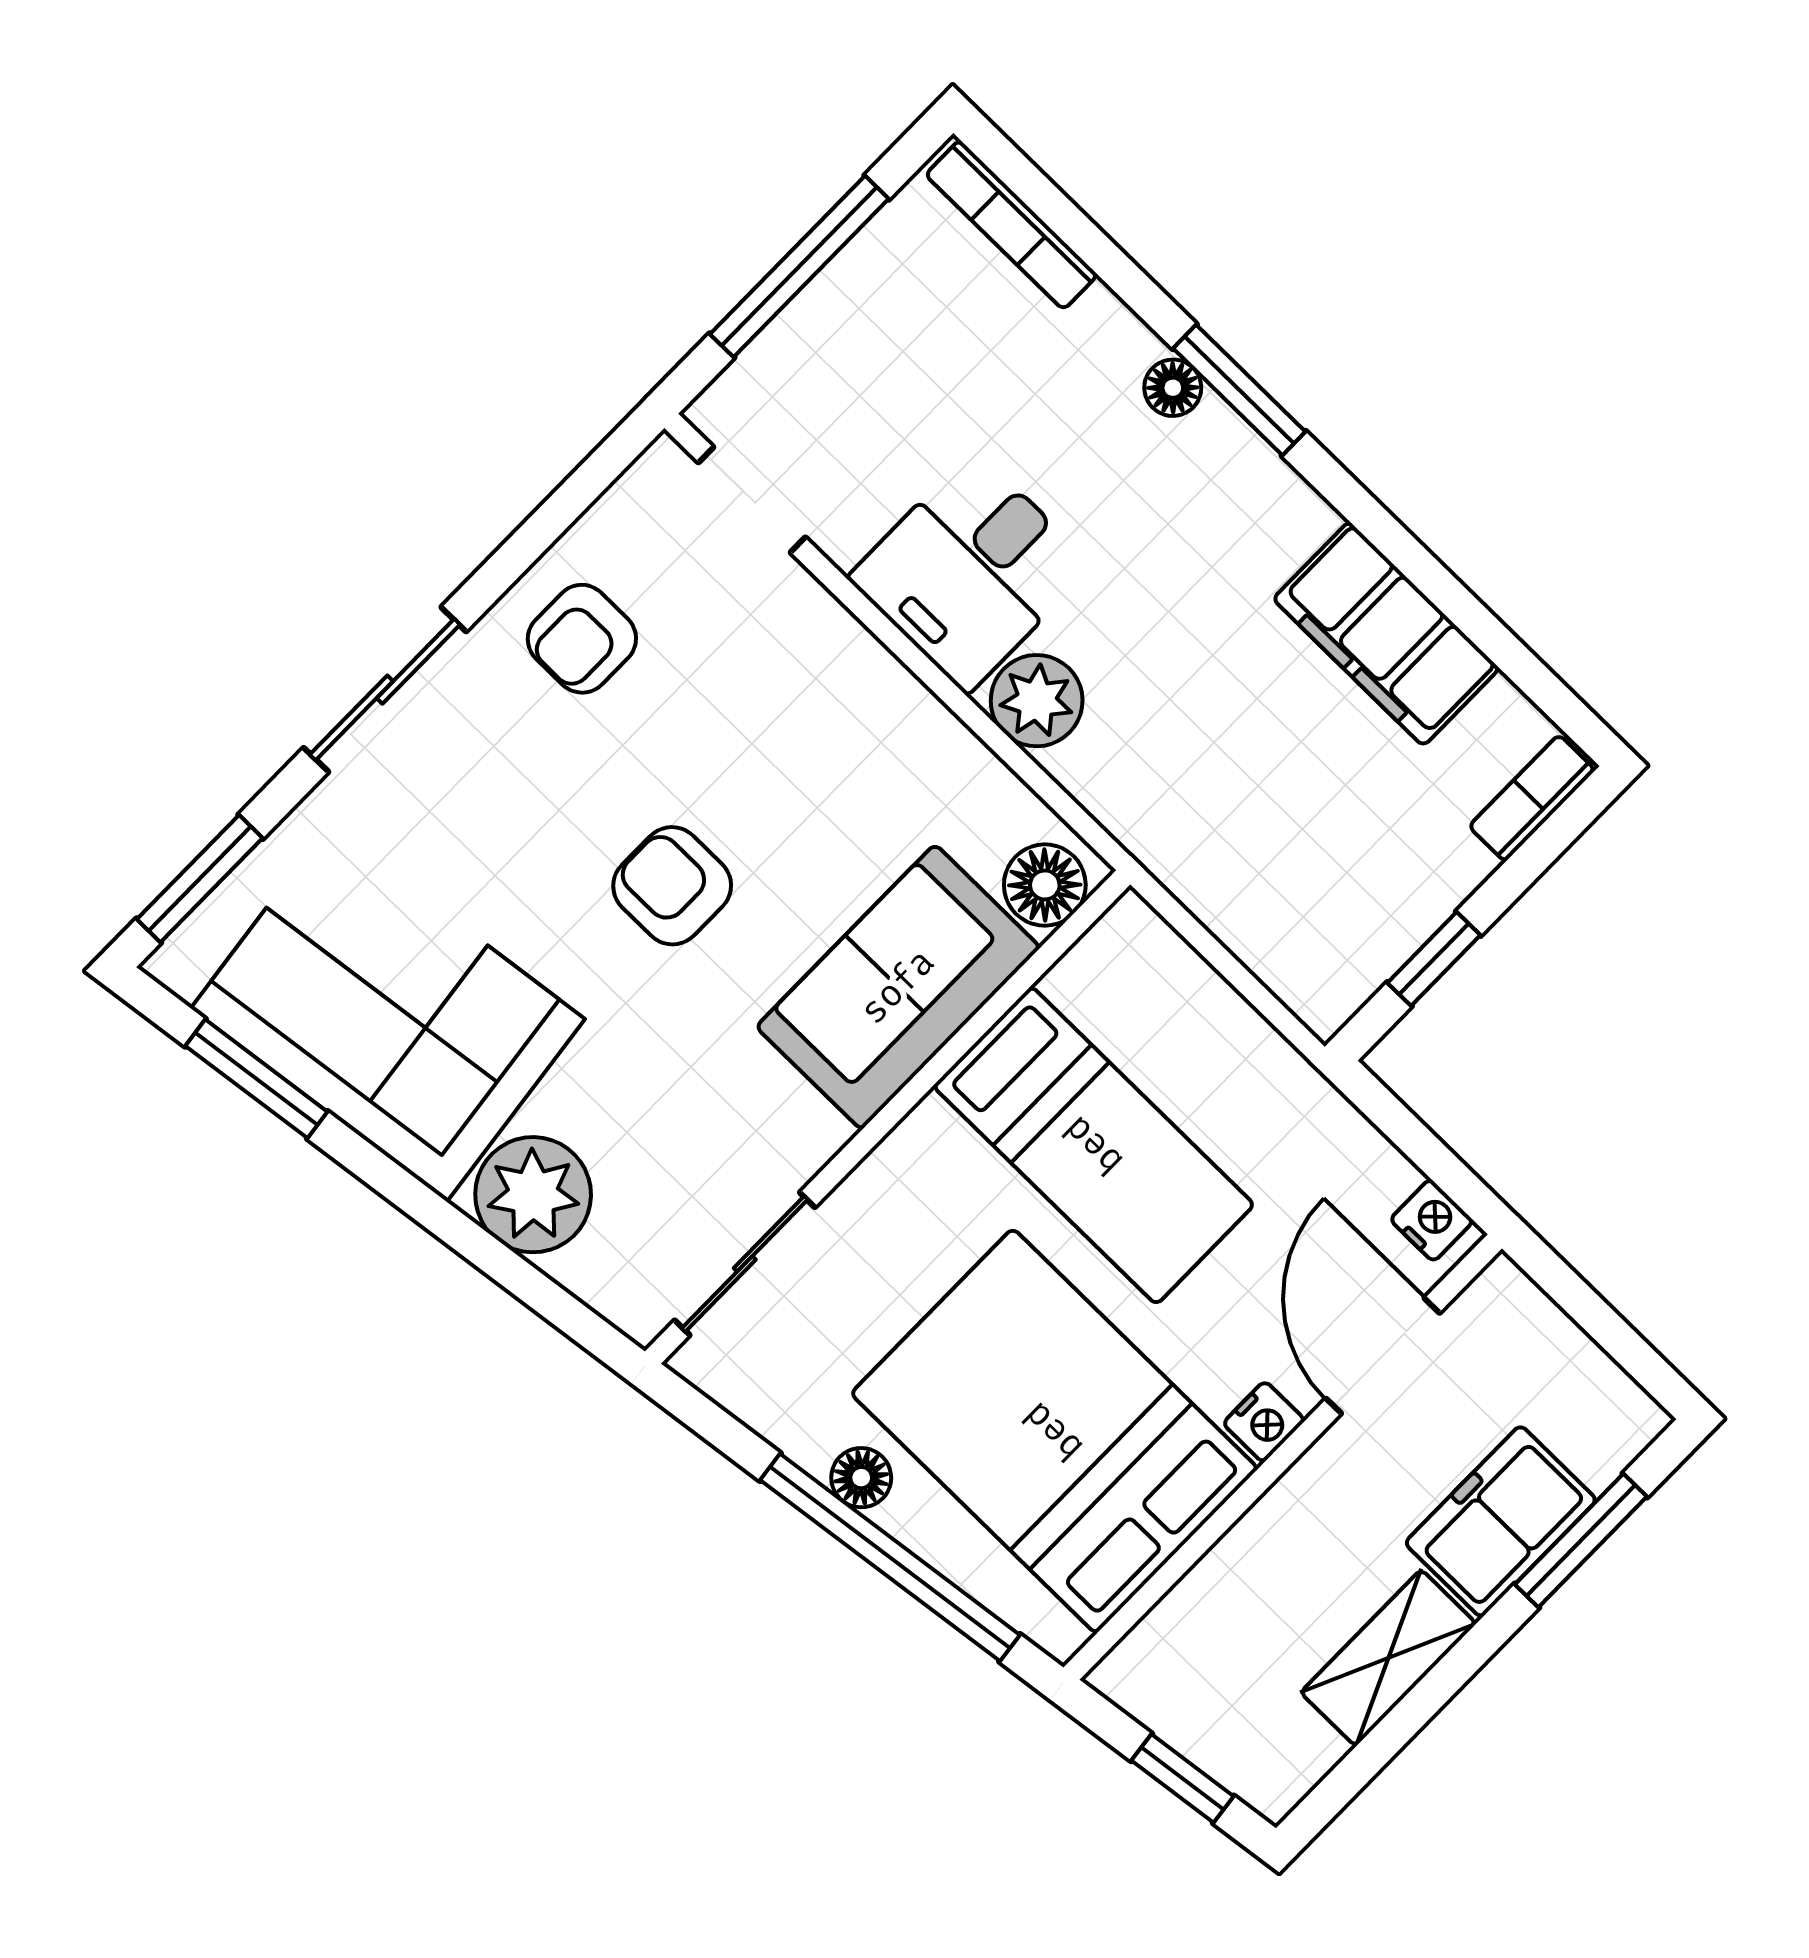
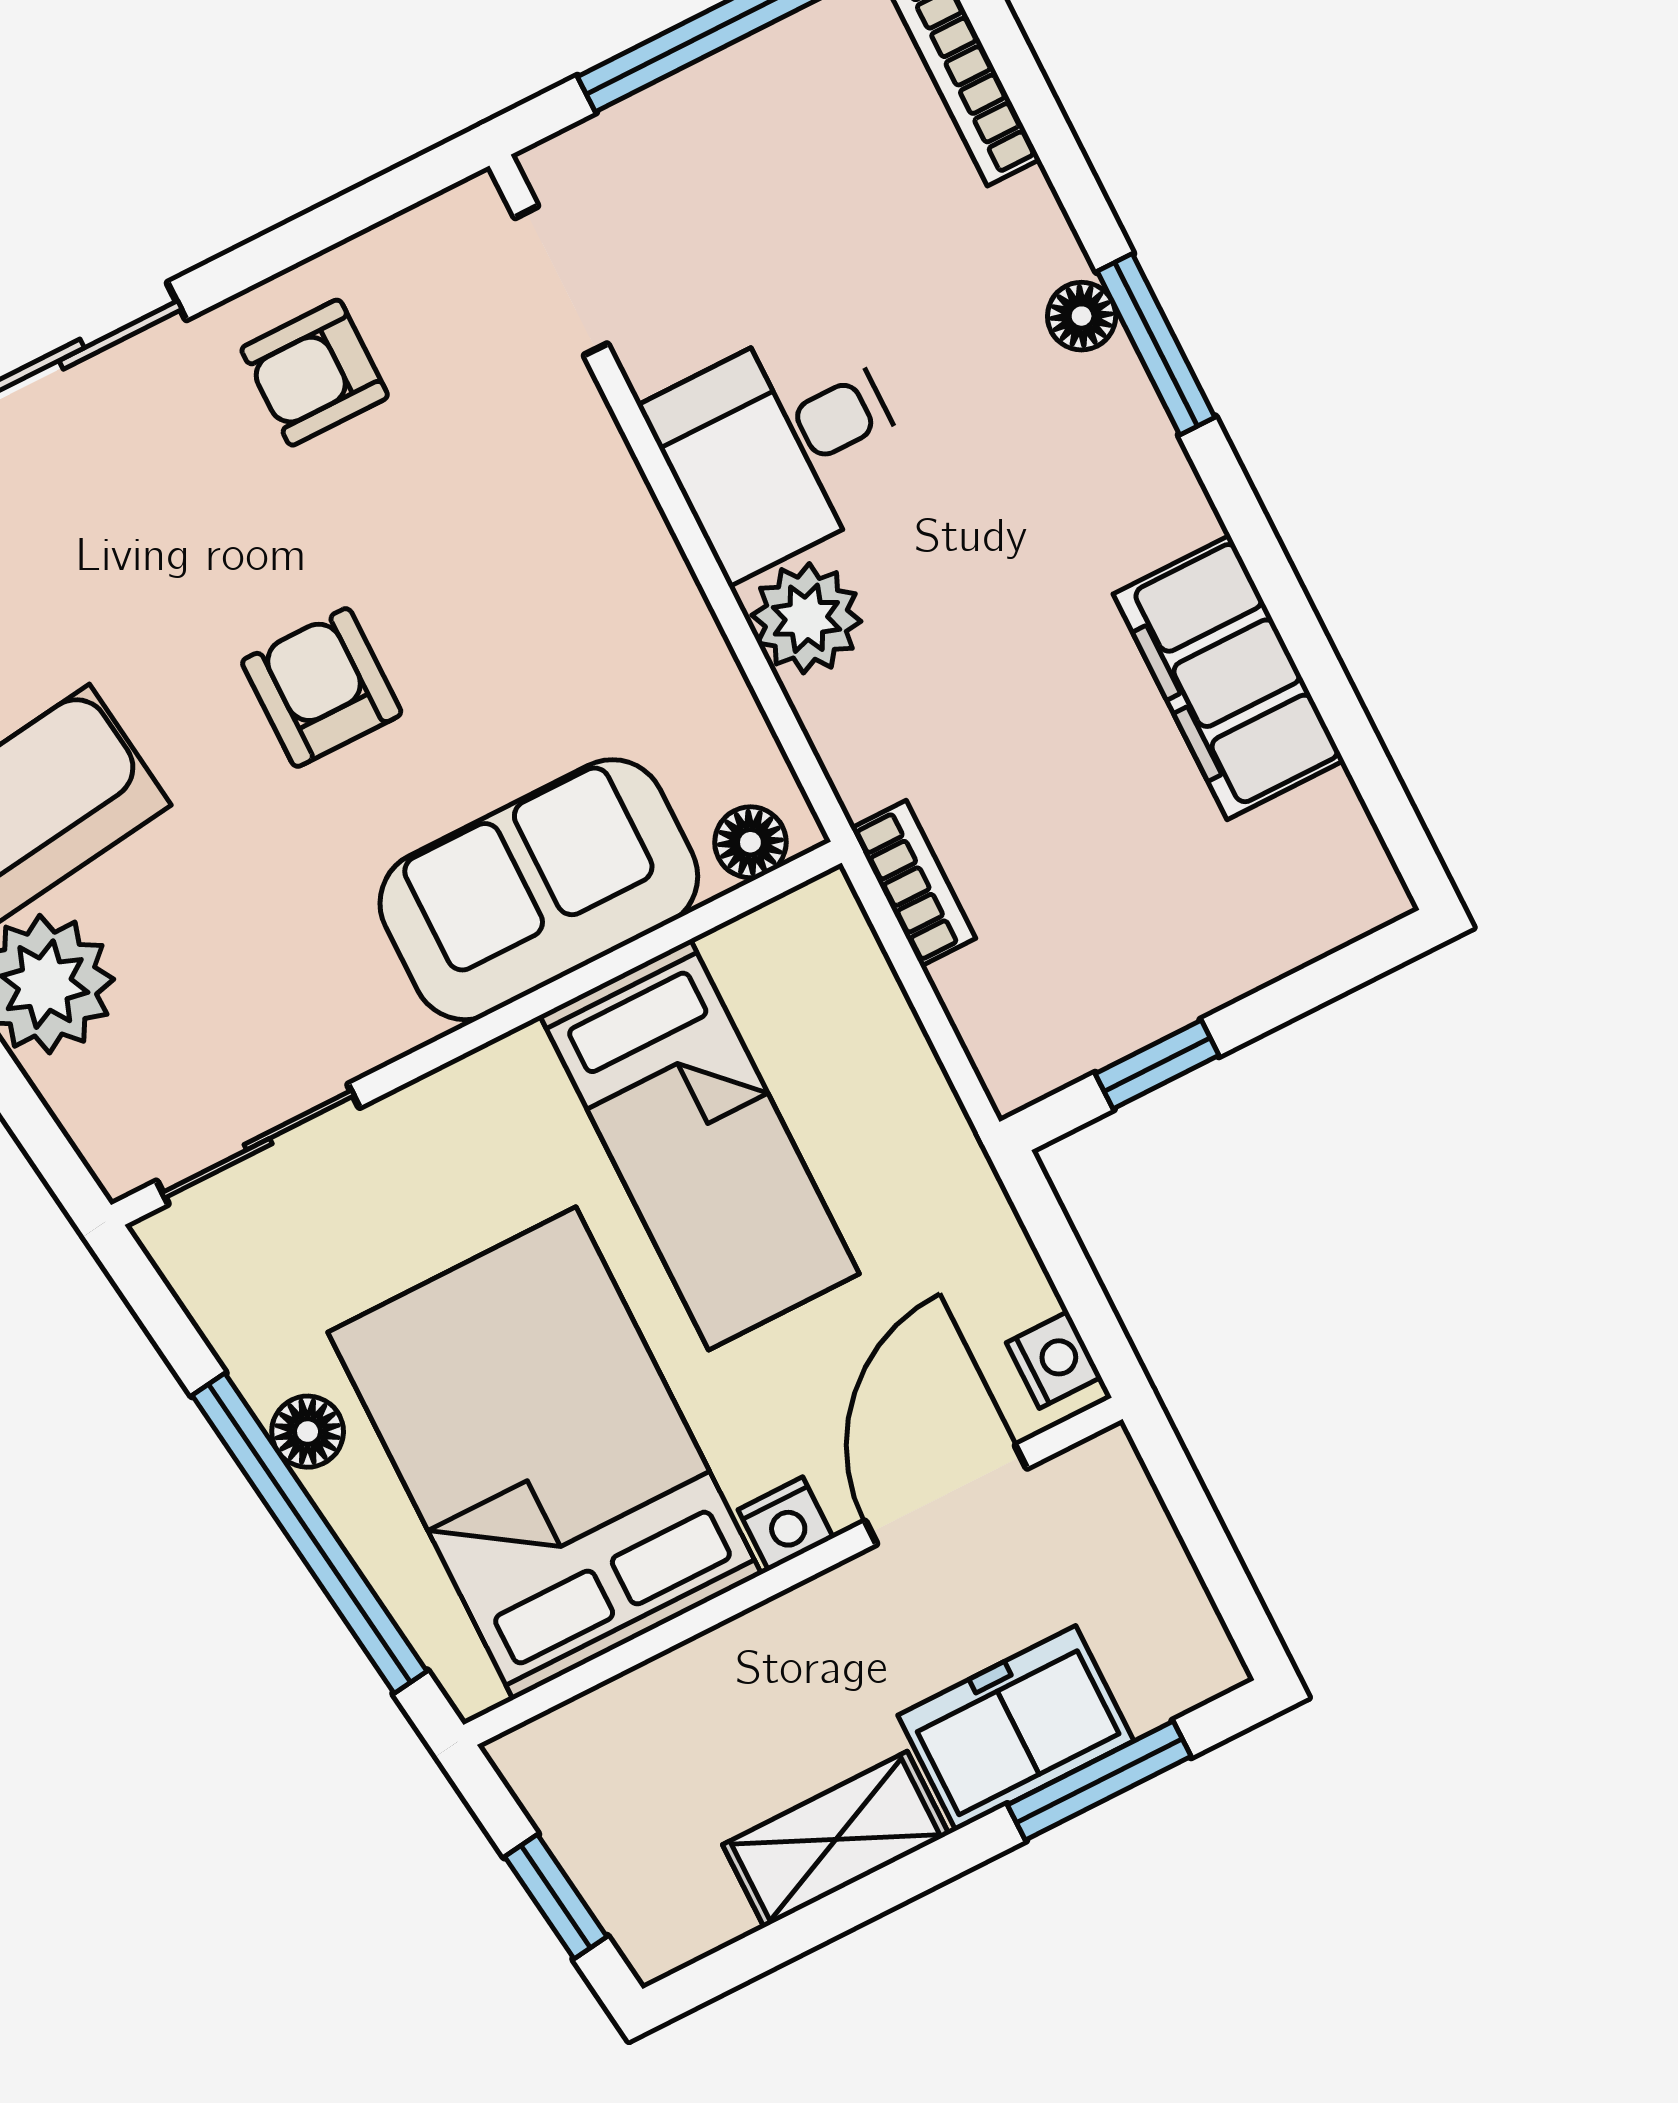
bookcase: (1532, 798) -> (913, 883), moved, turned 90
floor lamp: (1045, 885) -> (750, 842), width x0.73, depth x0.73

